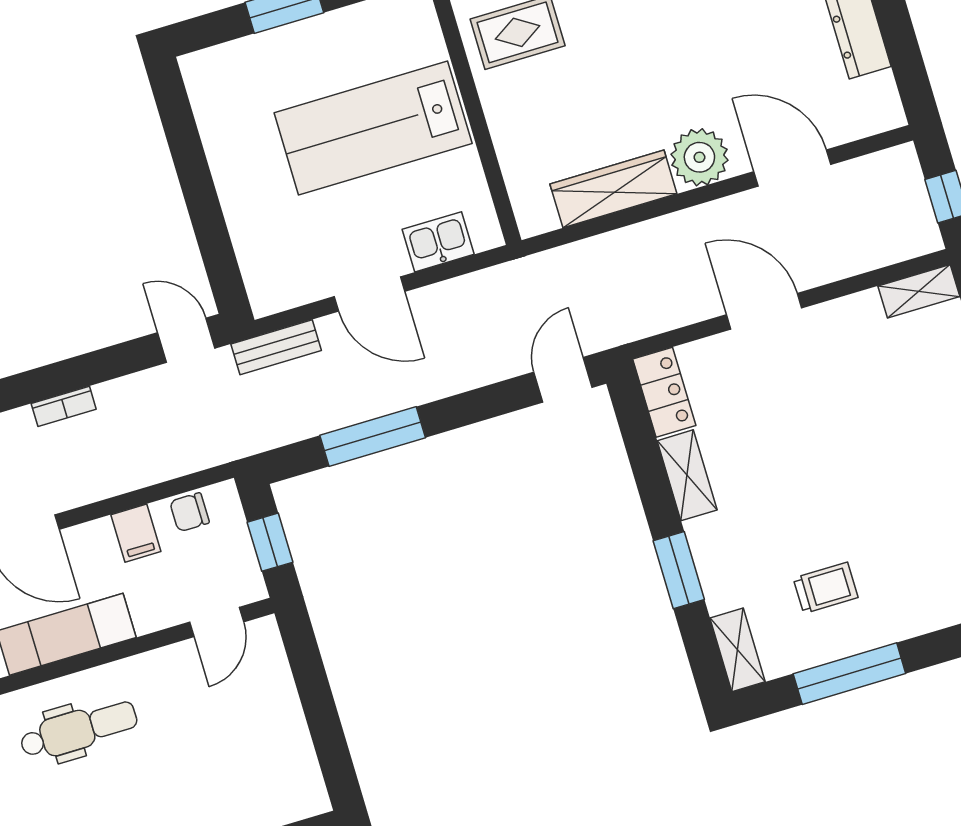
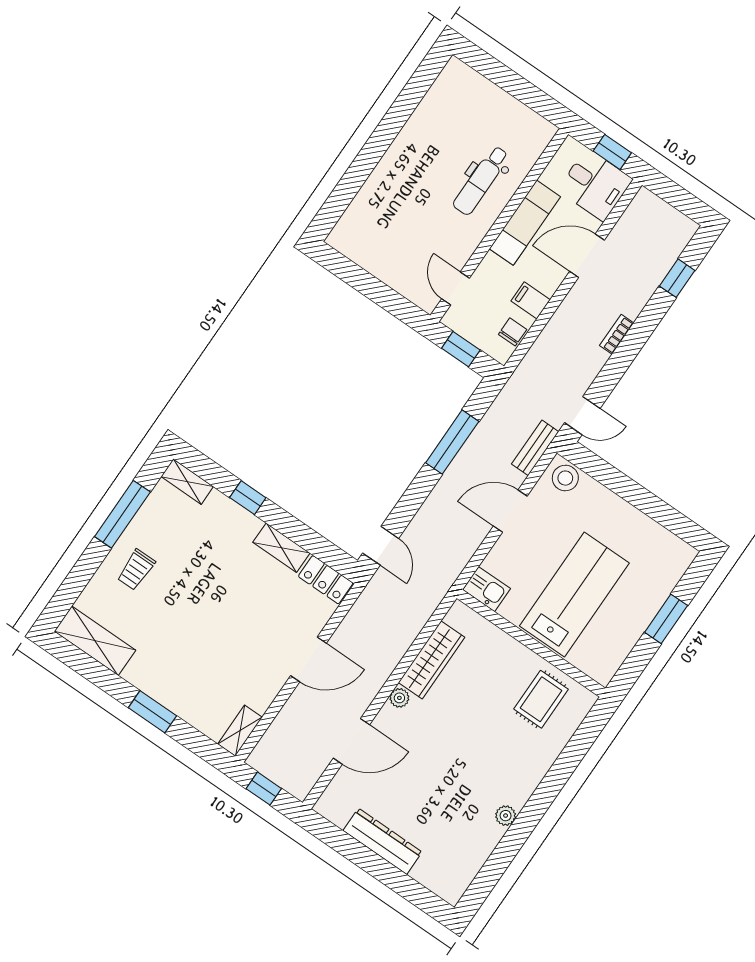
plant: (699, 157) -> (399, 698), width x0.53, depth x0.53
kitchen sink: (438, 242) -> (486, 589), moved, turned -90
stool: (269, 280) -> (565, 478), added
window: (679, 570) -> (248, 498), width x0.67
trolley: (826, 588) -> (136, 570), moved

